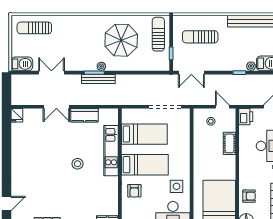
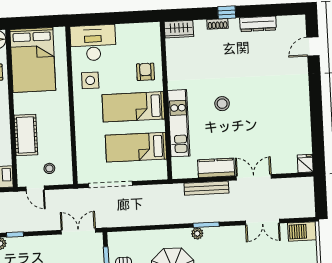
bench: (98, 79) -> (206, 188), moved
cot: (229, 143) -> (26, 135), width x1.37, depth x1.34

